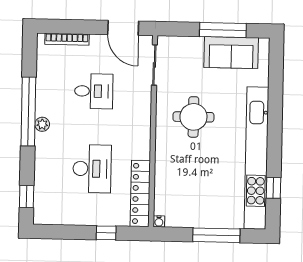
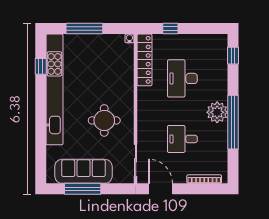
sofa: (231, 53) -> (83, 171), width x1.36
plant: (42, 124) -> (217, 112), width x1.87, depth x1.87

